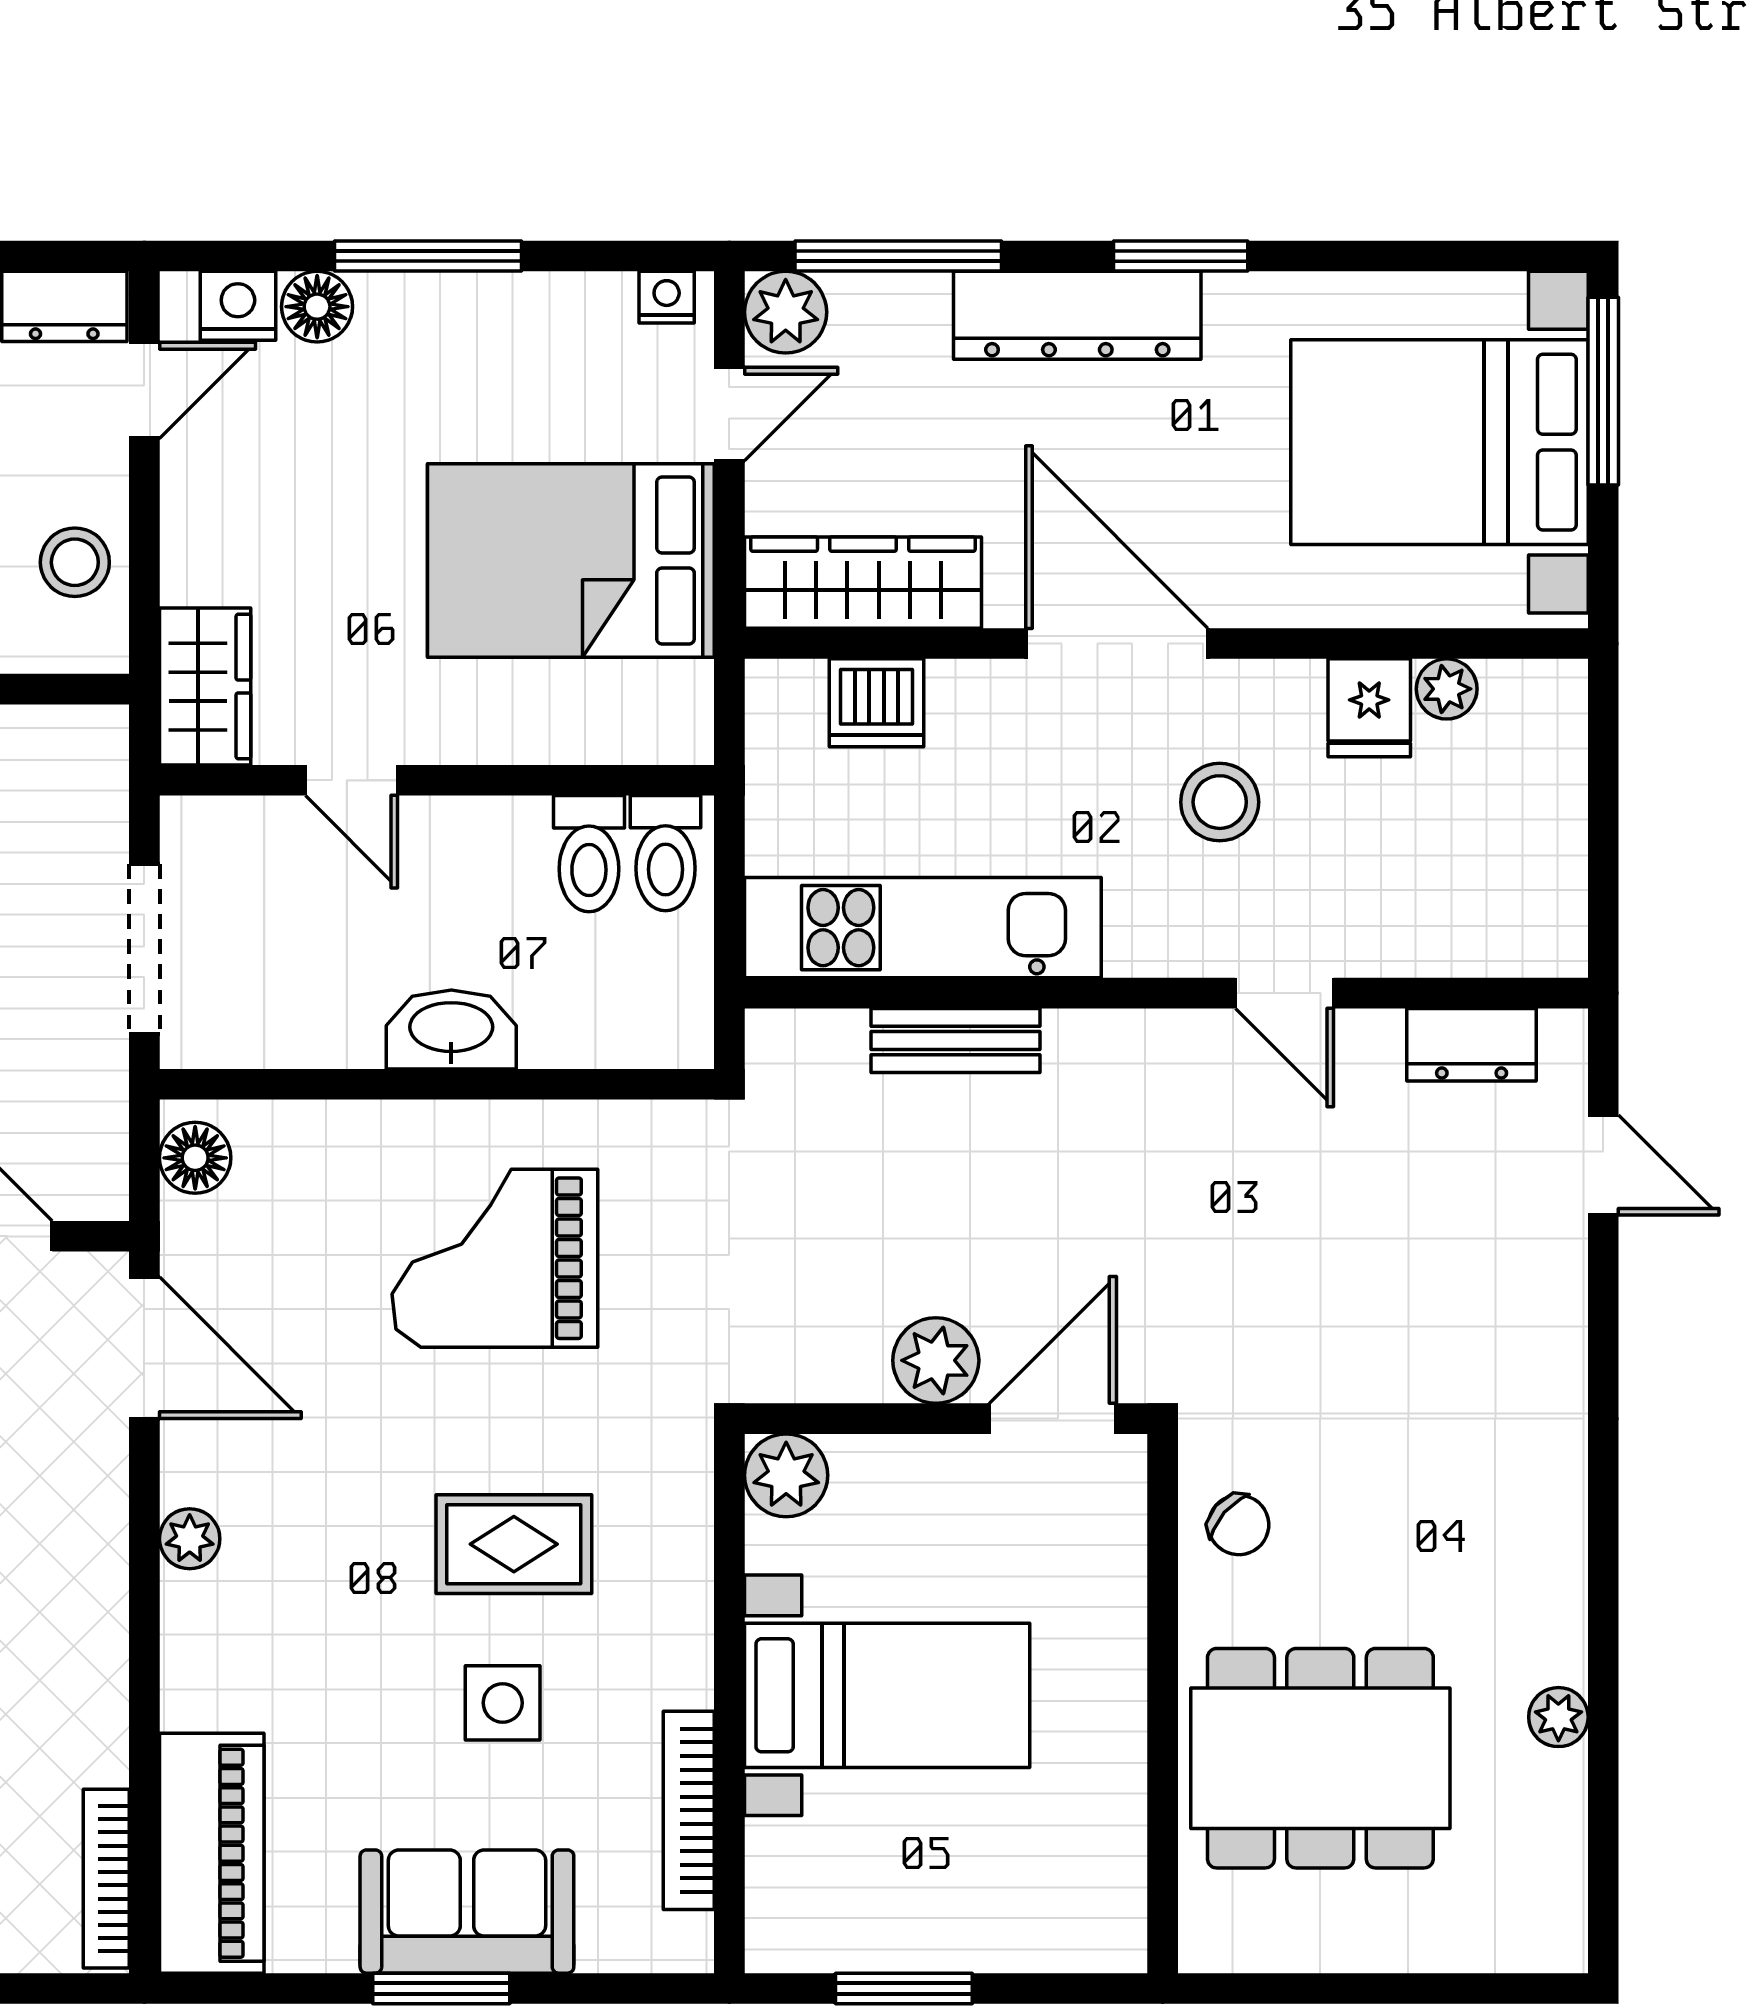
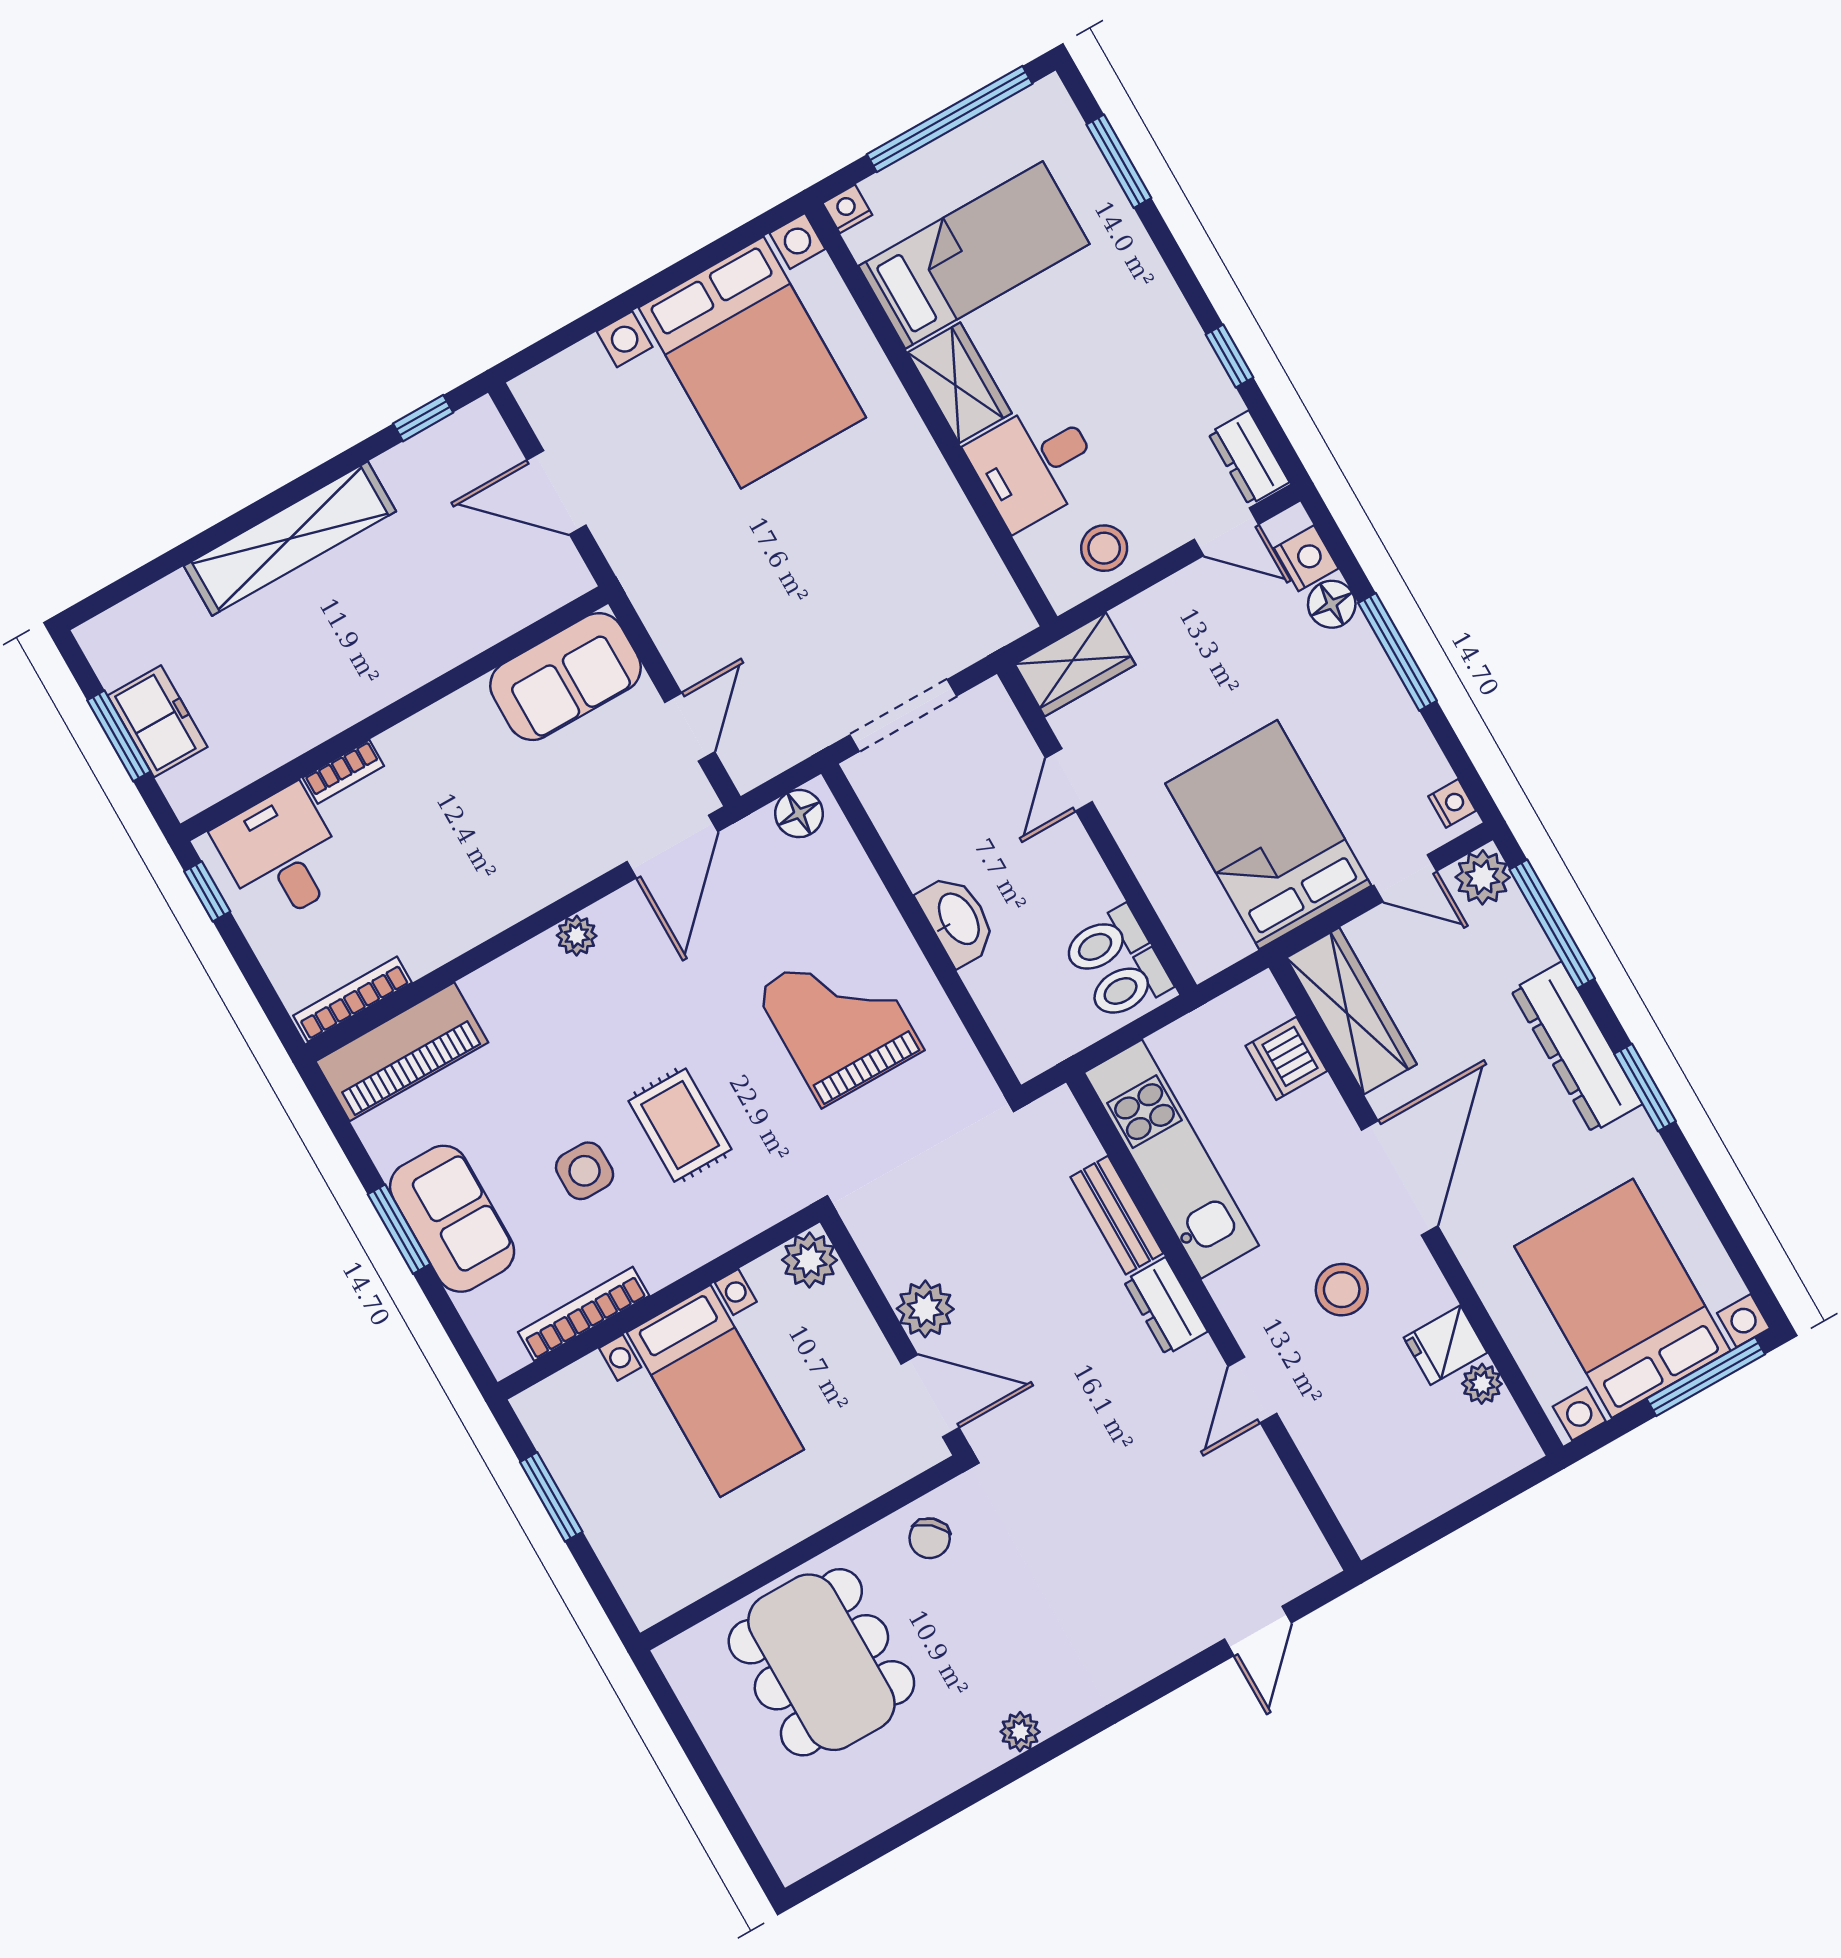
dresser: (1472, 1045) -> (1166, 1306), moved
plant: (1558, 1717) -> (1020, 1732), moved

